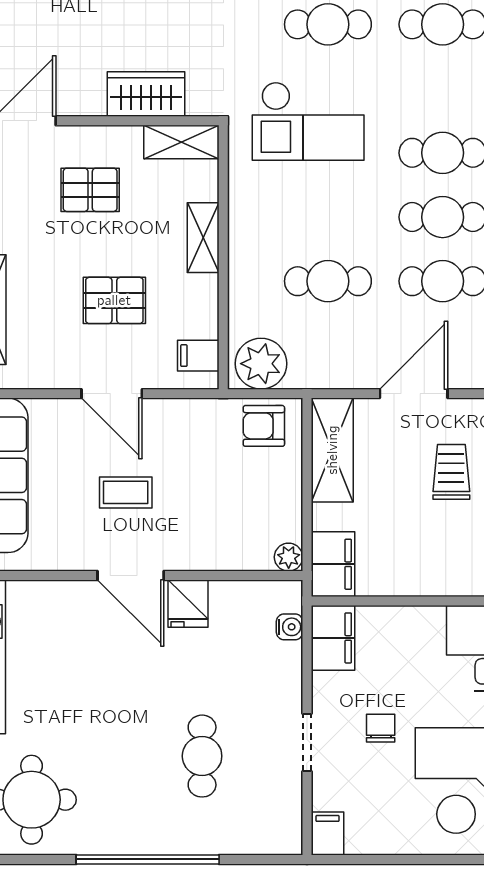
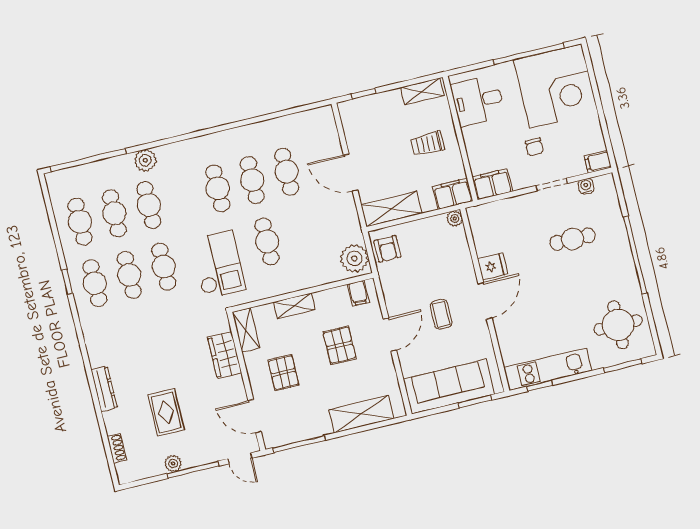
cafe table: (328, 281) -> (267, 242), moved
trolley: (451, 472) -> (427, 144), moved
water cooler: (290, 627) -> (586, 186), moved
chair: (381, 728) -> (534, 147), turned -90

